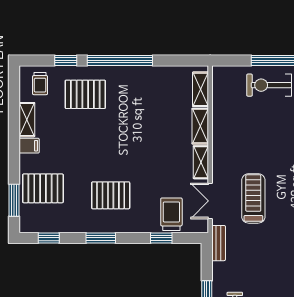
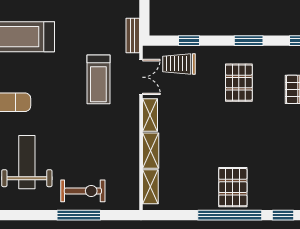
pallet: (85, 94) -> (233, 187), moved, turned 90
pallet: (111, 195) -> (239, 83), turned 90
trolley: (171, 214) -> (179, 64), turned 90

